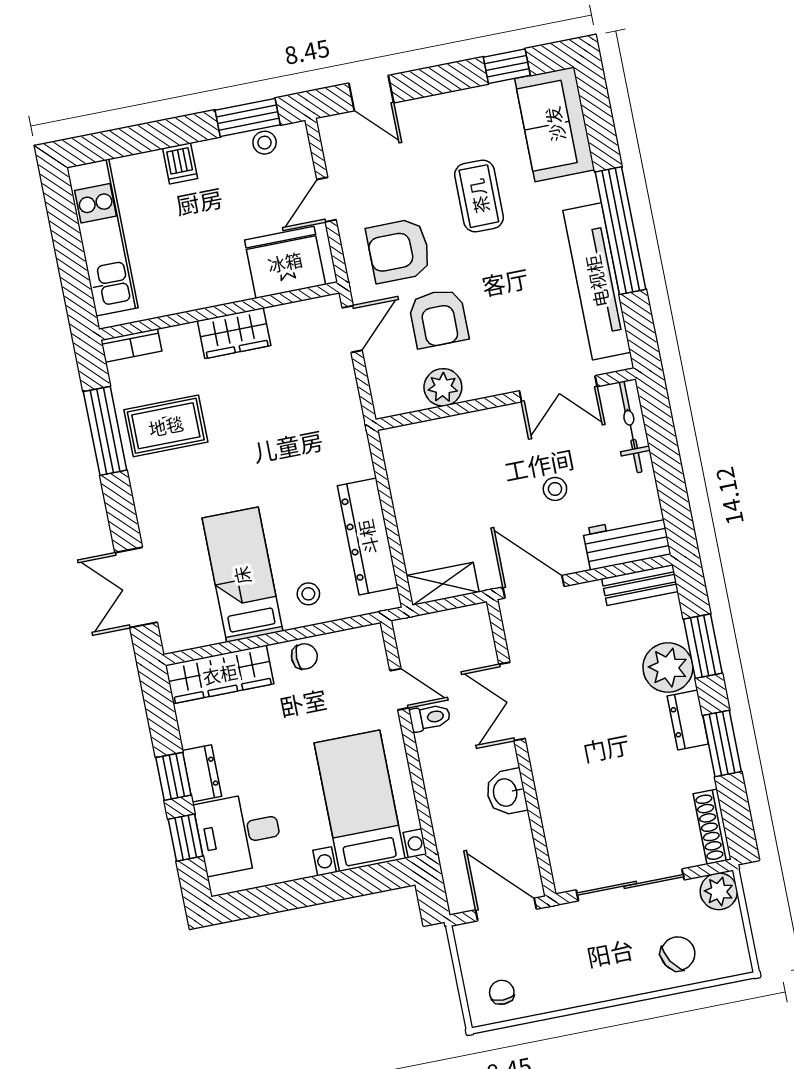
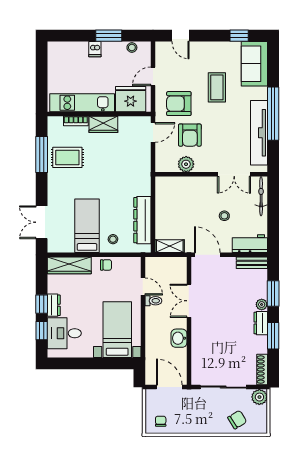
window: (248, 117) -> (109, 36), moved
kitchen unit: (102, 238) -> (82, 103), moved, turned -90
bookcase: (131, 345) -> (76, 121), moved
plant: (668, 668) -> (262, 304), width x0.53, depth x0.53

